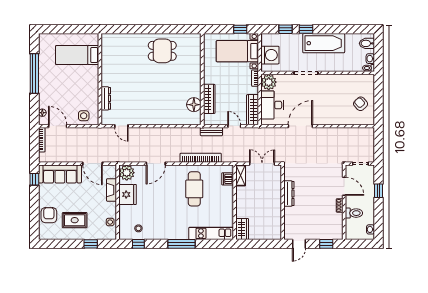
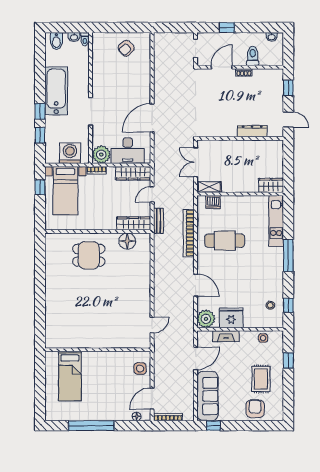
dining table: (162, 51) -> (89, 255), moved, turned 90
dresser: (106, 98) -> (120, 343), removed
wardrobe: (209, 99) -> (134, 223), moved
door: (300, 126) -> (152, 118), hinge flipped
dresser: (289, 193) -> (252, 131), moved
armchair: (49, 215) -> (255, 409), turned 90

